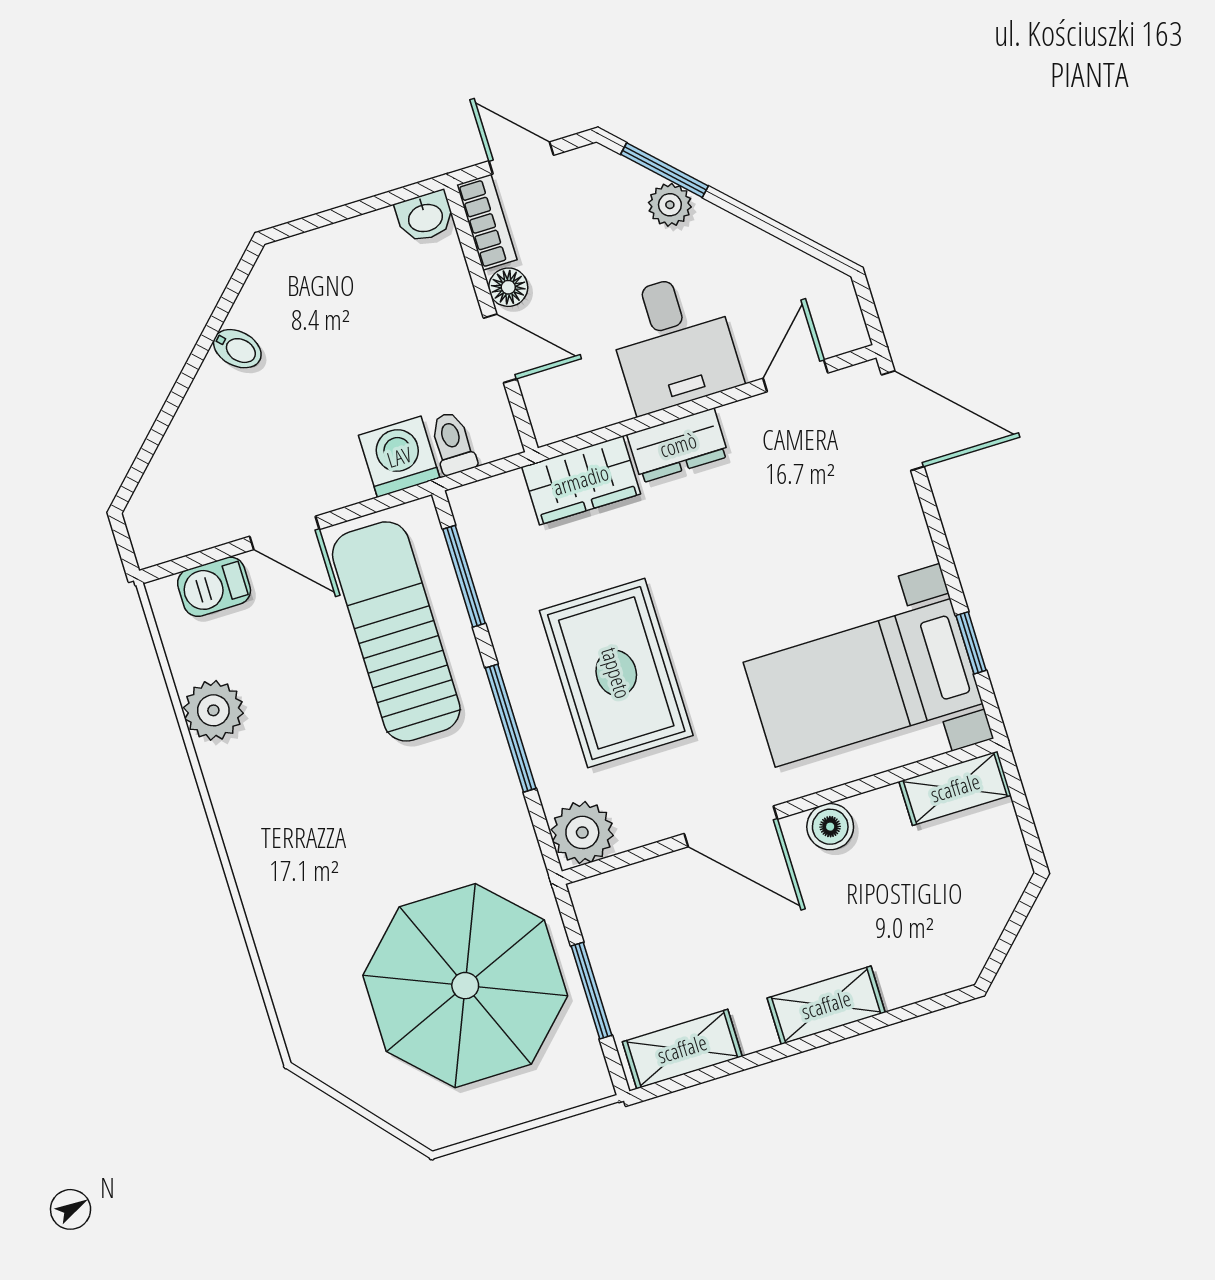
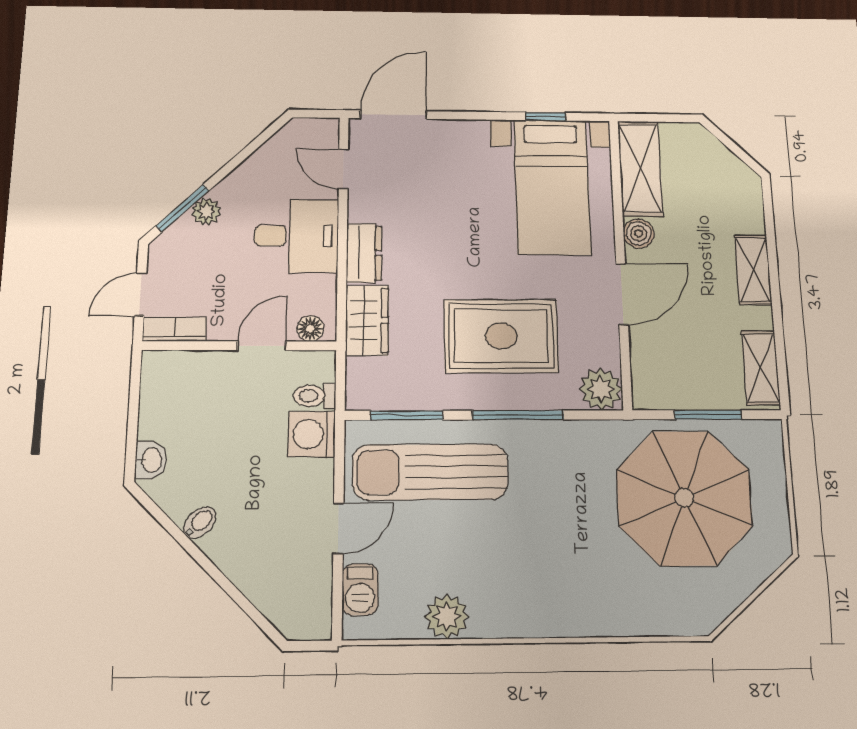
washbasin: (425, 217) -> (151, 460), moved
floor lamp: (508, 287) -> (310, 329), moved
shelving: (955, 788) -> (640, 168), width x1.50, depth x1.33

